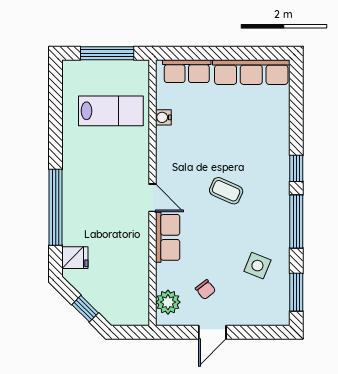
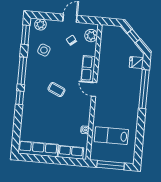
plant: (269, 315) -> (40, 24), added

